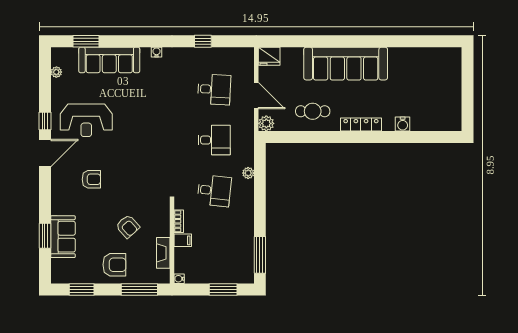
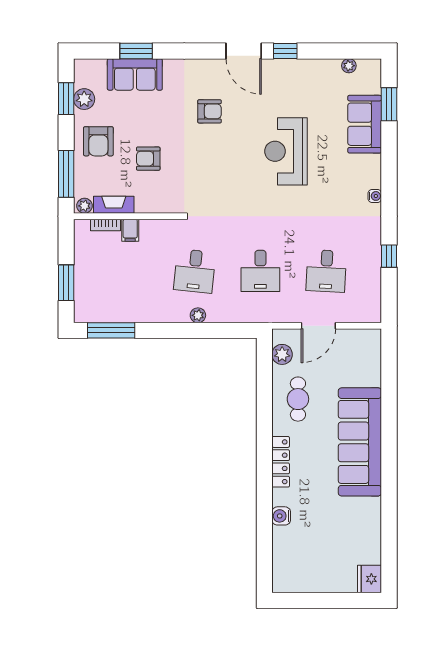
fridge: (269, 56) -> (369, 579), moved
sofa: (109, 60) -> (365, 124), width x0.73
reception desk: (86, 120) -> (286, 151), moved
plant: (266, 123) -> (282, 354), moved
plant: (248, 173) -> (198, 315), moved
armchair: (91, 179) -> (210, 111), turned -90
bookcase: (179, 221) -> (105, 225), moved
armchair: (128, 226) -> (148, 159), turned 42
plant: (164, 275) -> (84, 206), added
plant: (82, 276) -> (84, 99), added
water cooler: (179, 279) -> (80, 226), removed

